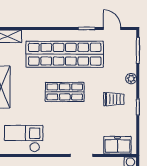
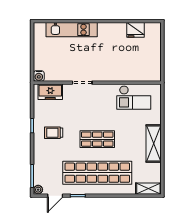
door: (112, 28) -> (55, 196), hinge flipped
plant: (131, 79) -> (38, 190), moved

